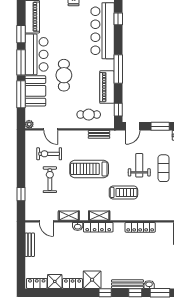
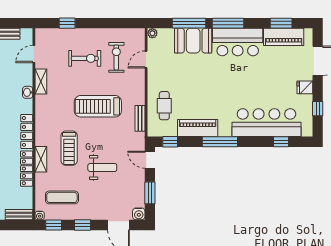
window: (21, 34) -> (281, 23), moved
cafe table: (64, 75) -> (212, 75), removed
exercise mat: (164, 168) -> (62, 197), moved
treadmill: (89, 169) -> (98, 106), turned -90
shelving: (99, 216) -> (41, 159), moved
locker: (98, 227) -> (27, 131), moved

